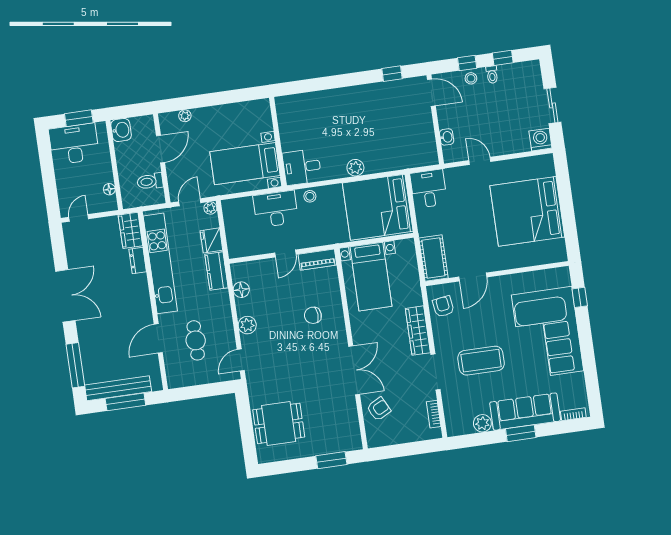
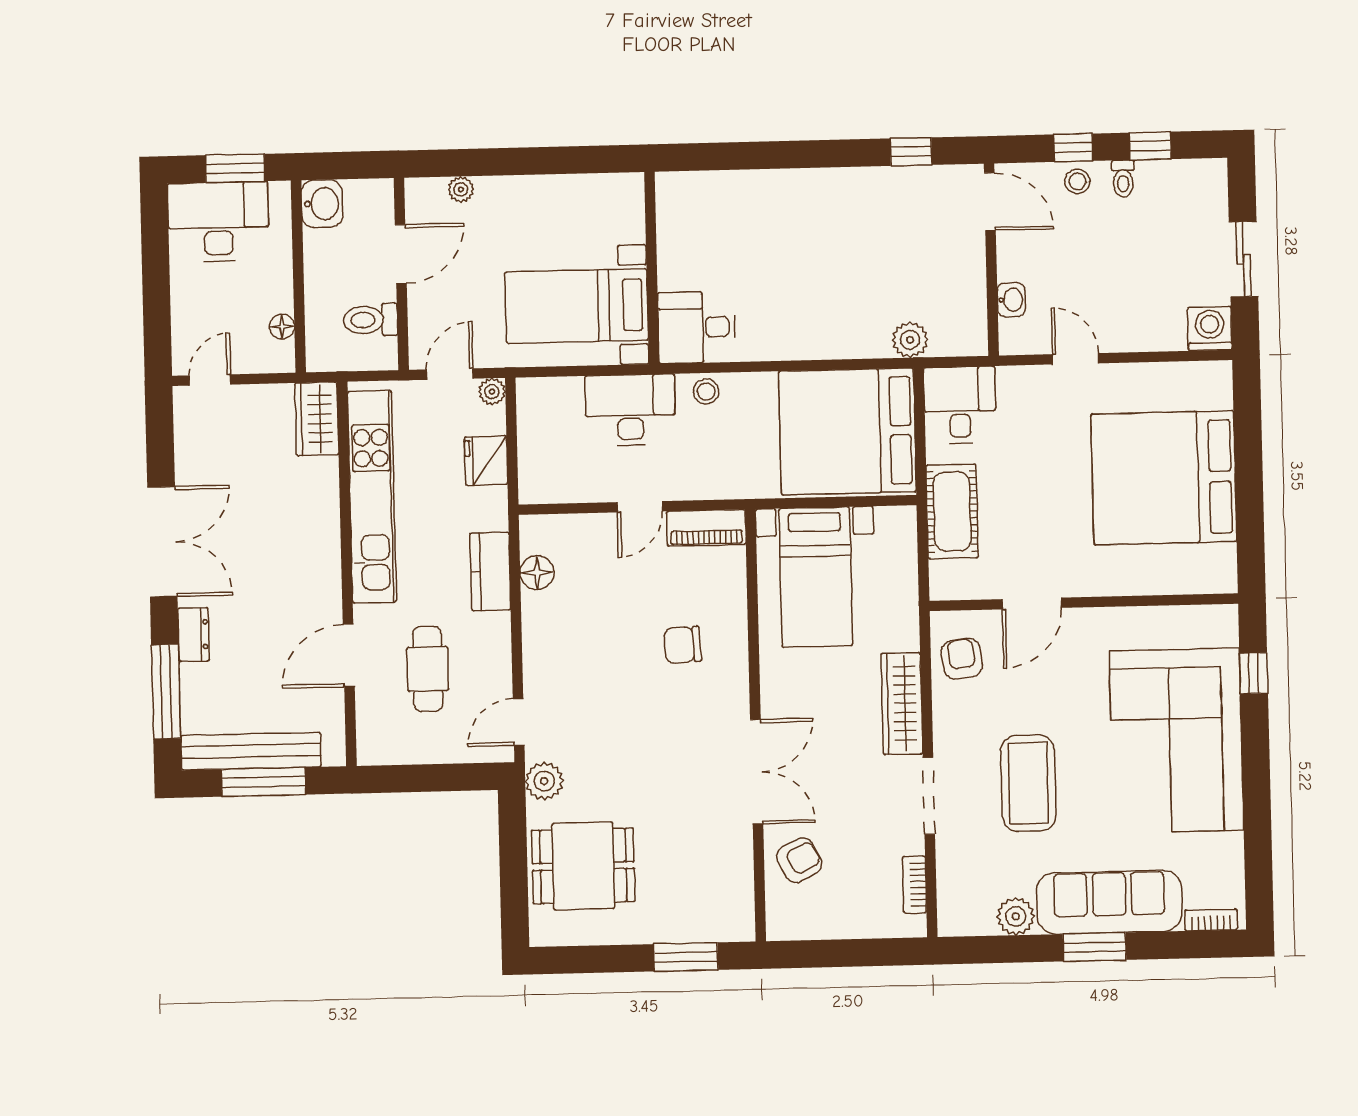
plant: (355, 168) -> (910, 340), moved
cot: (433, 258) -> (952, 511), moved
dresser: (138, 261) -> (193, 634), moved, turned 180
kitchen counter: (216, 271) -> (490, 571), moved
plant: (247, 325) -> (544, 781), moved
coffee table: (481, 361) -> (1028, 783), turned 90

